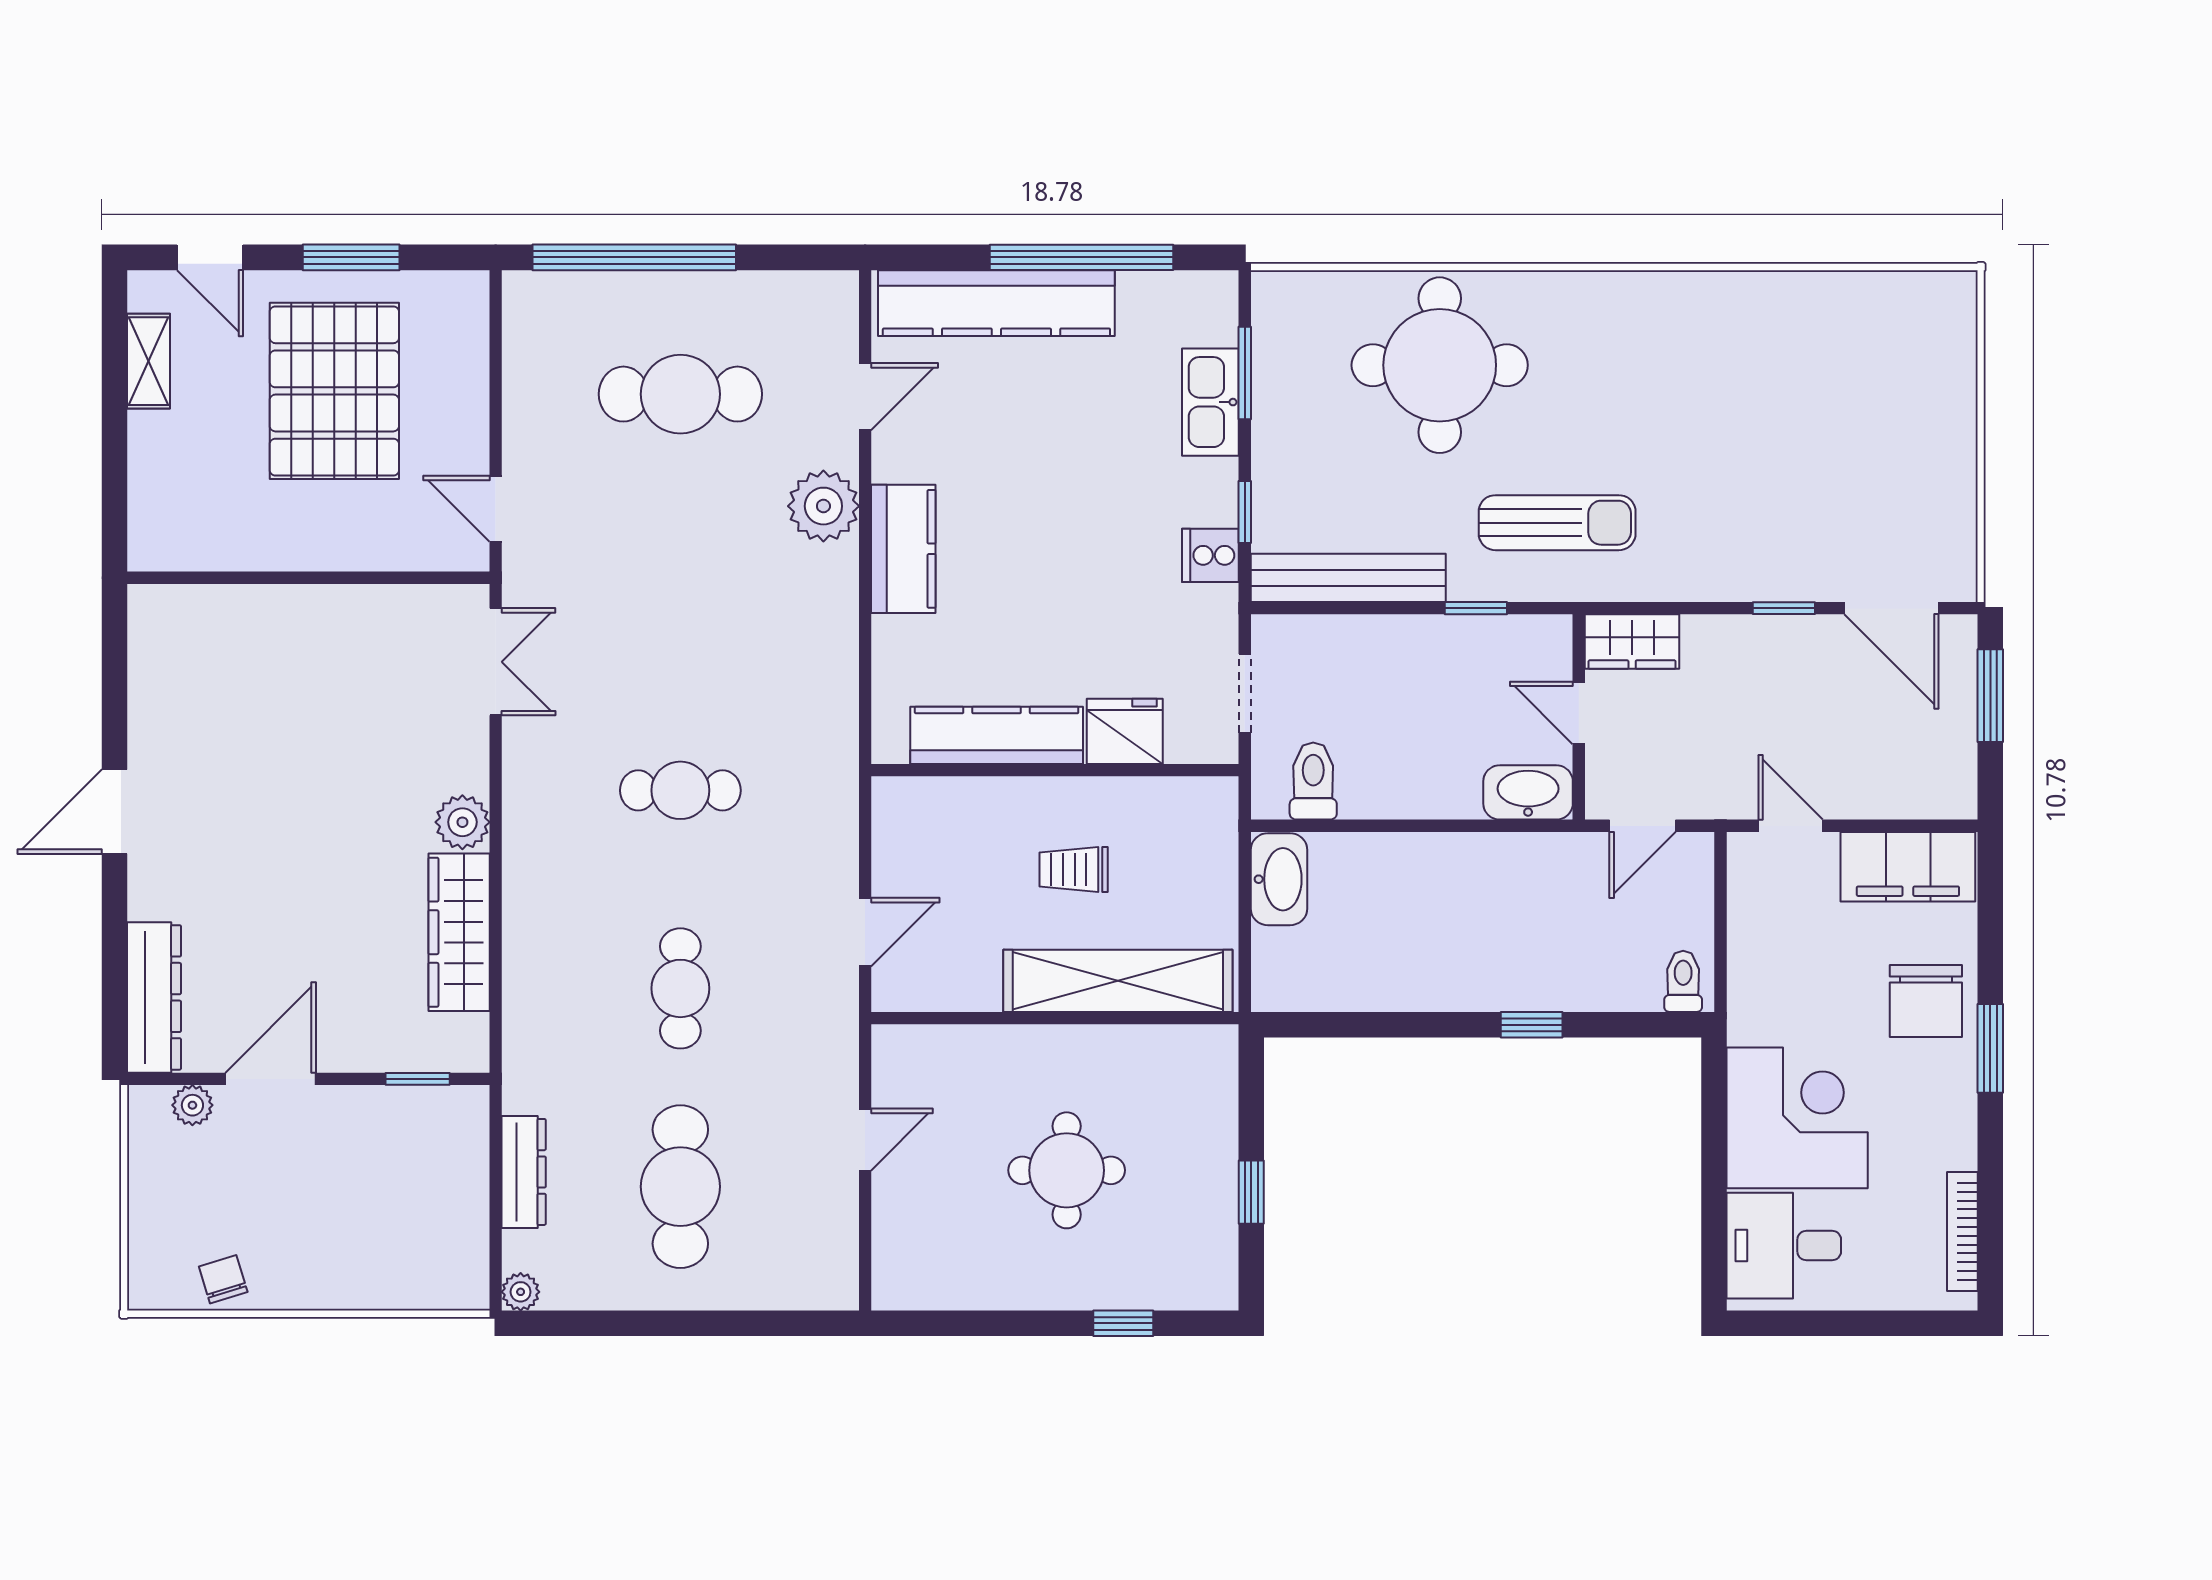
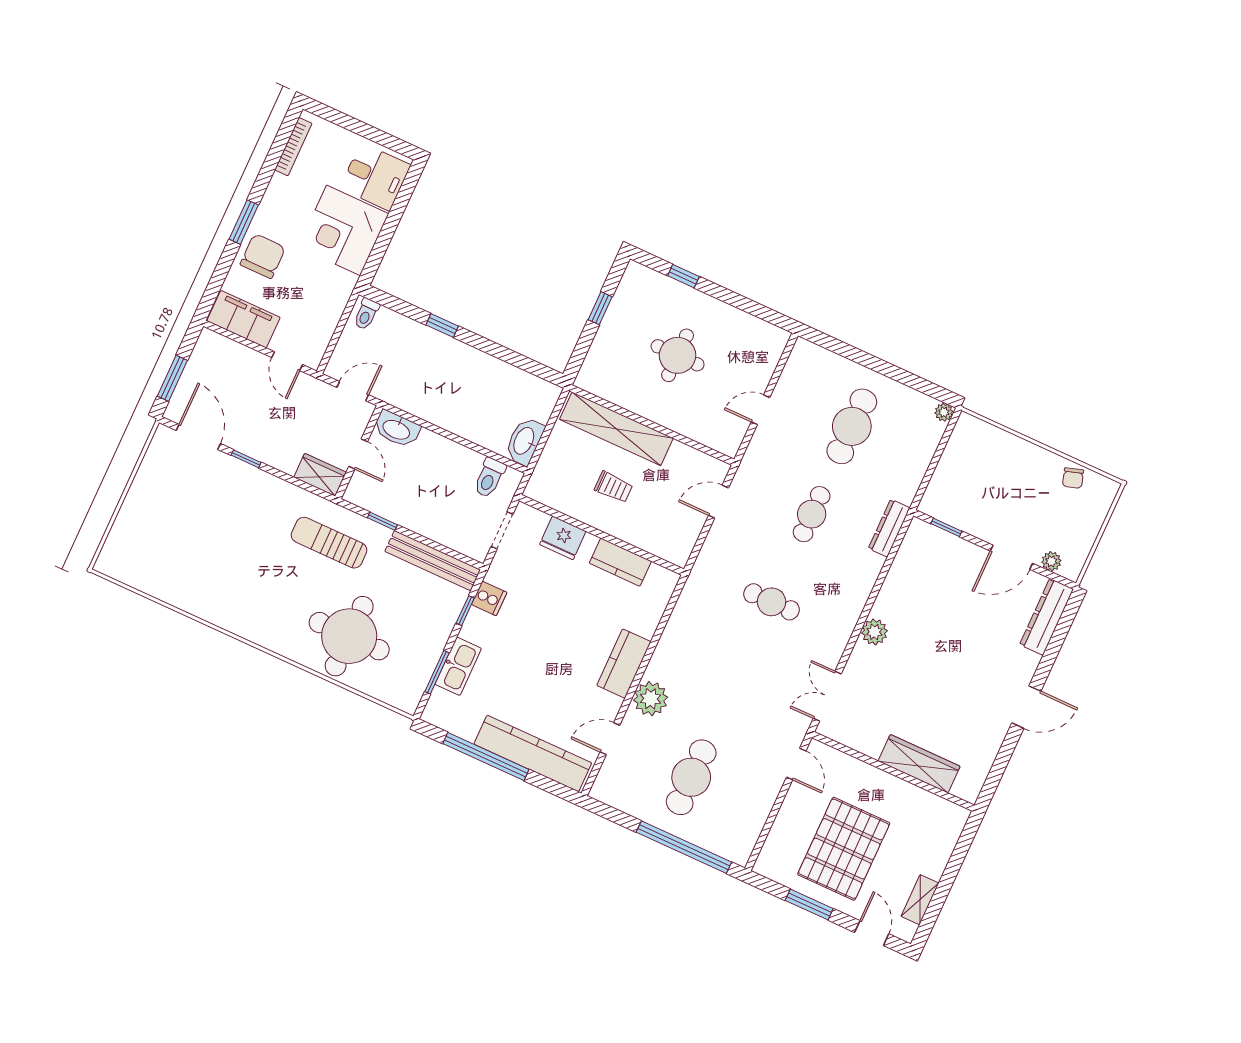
cafe table: (680, 394) -> (691, 777), turned 90
kitchen counter: (997, 735) -> (620, 562), width x0.67
wardrobe: (459, 932) -> (919, 764), moved, turned -90
dresser: (524, 1172) -> (889, 528), moved

